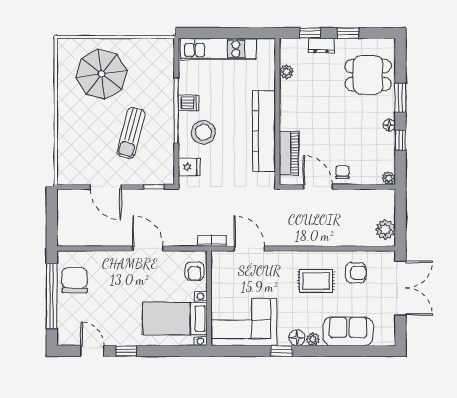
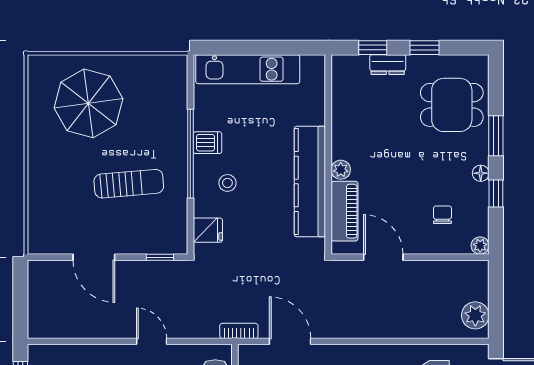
plant: (287, 72) -> (341, 170), moved
stool: (203, 132) -> (227, 183), width x0.53, depth x0.53
sun lounger: (131, 133) -> (129, 184), turned -110
chair: (342, 172) -> (442, 215), moved
door: (148, 248) -> (152, 341), width x0.73

